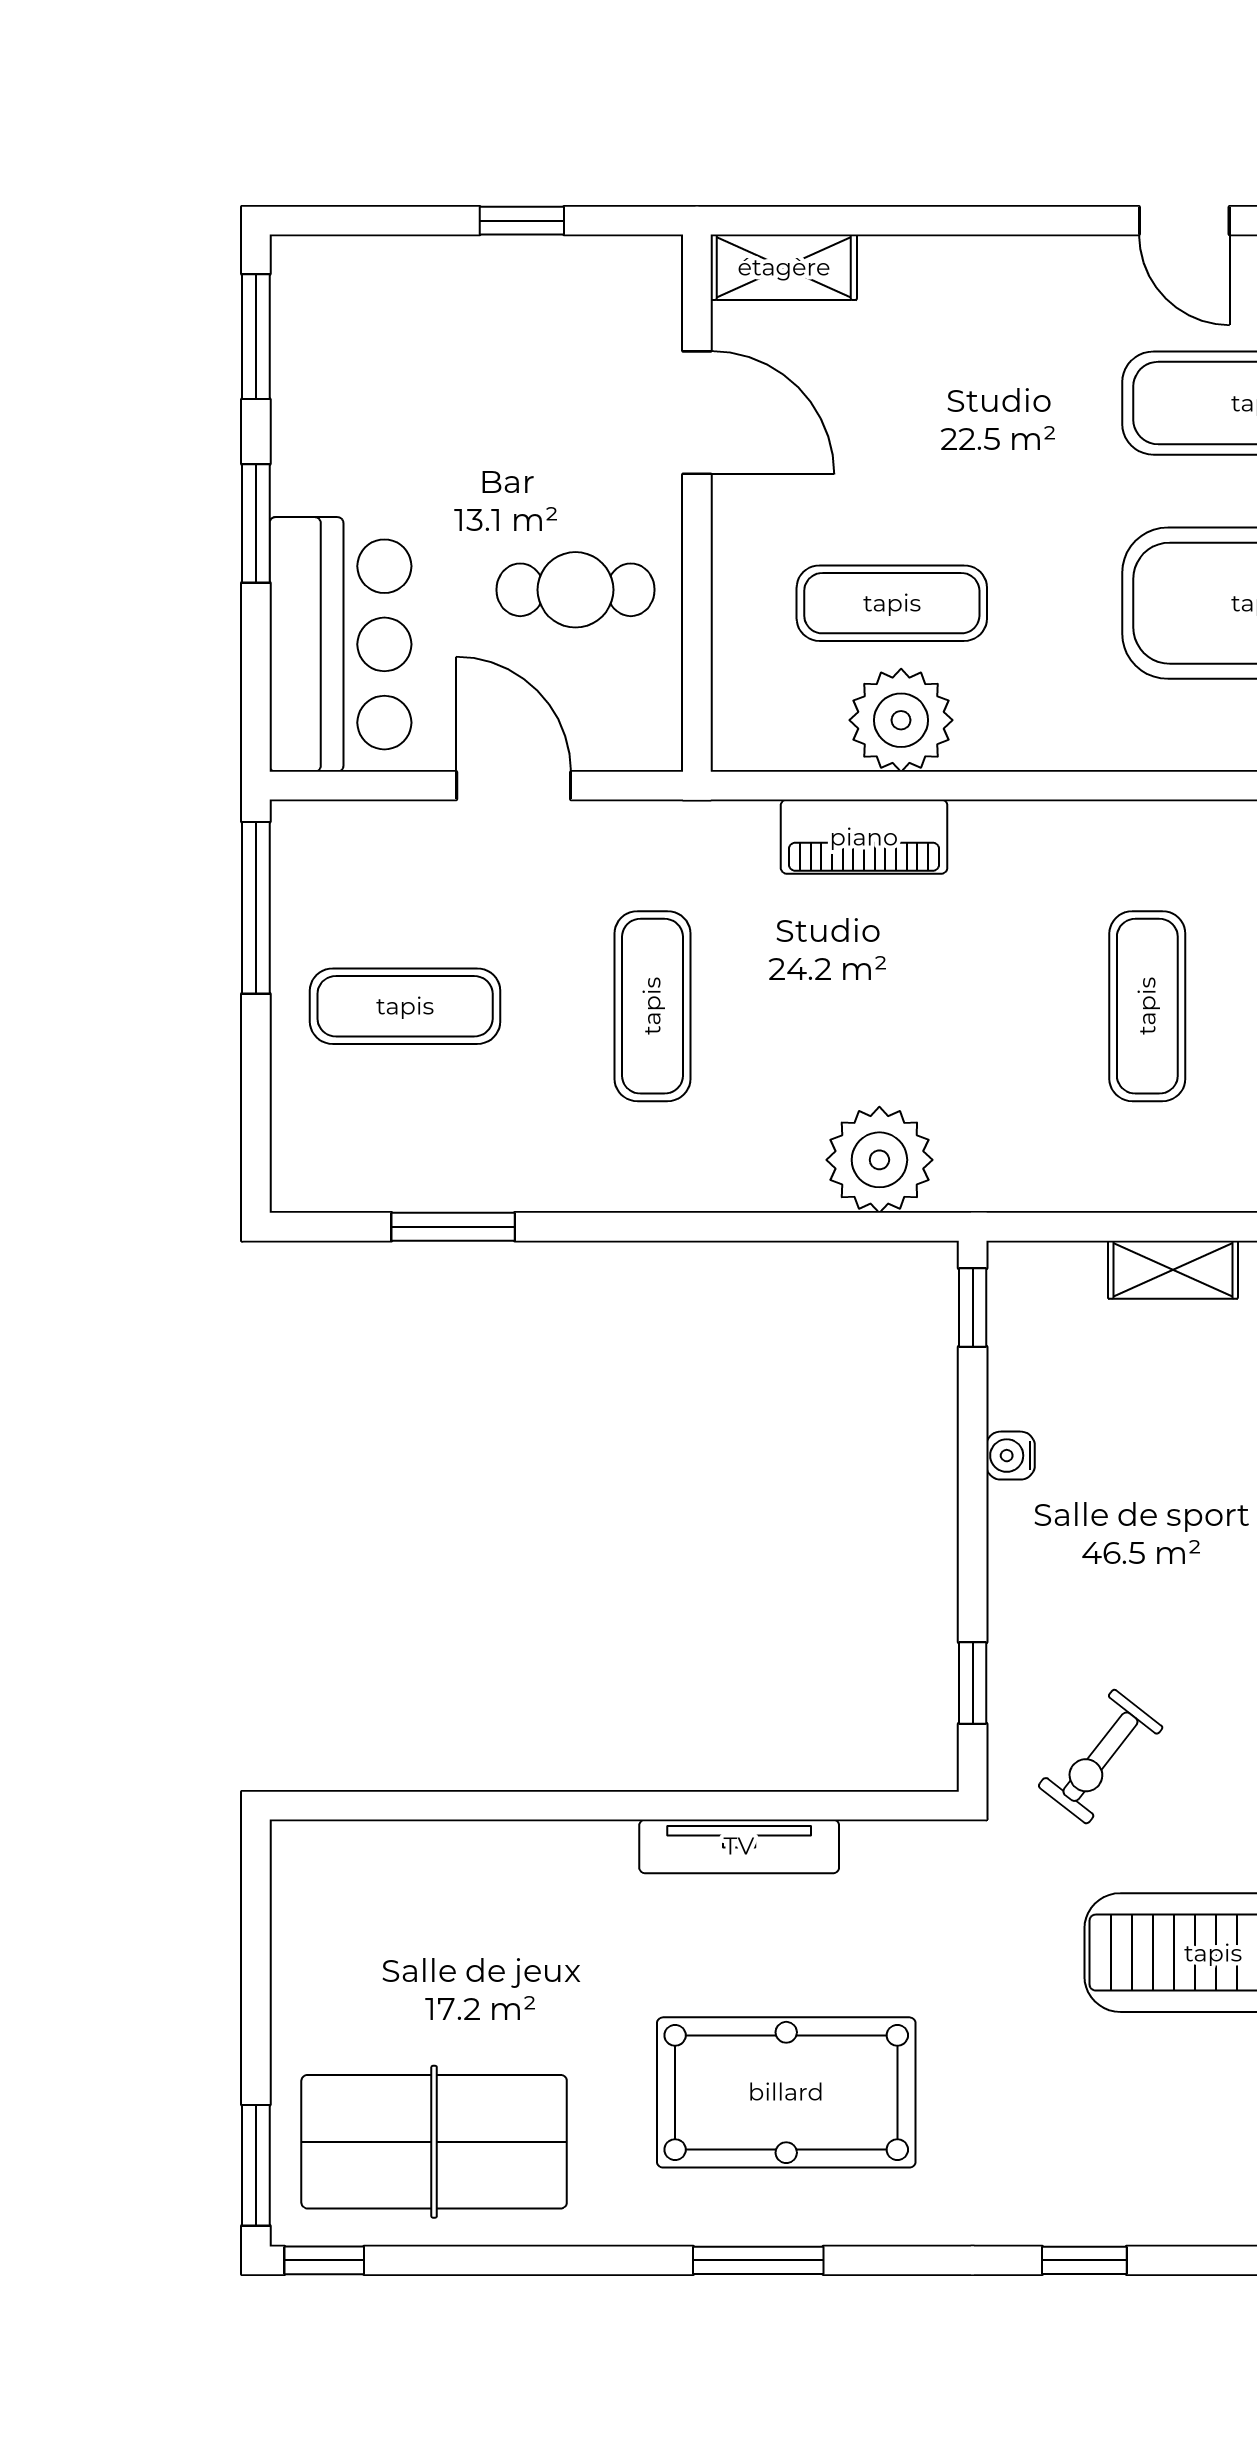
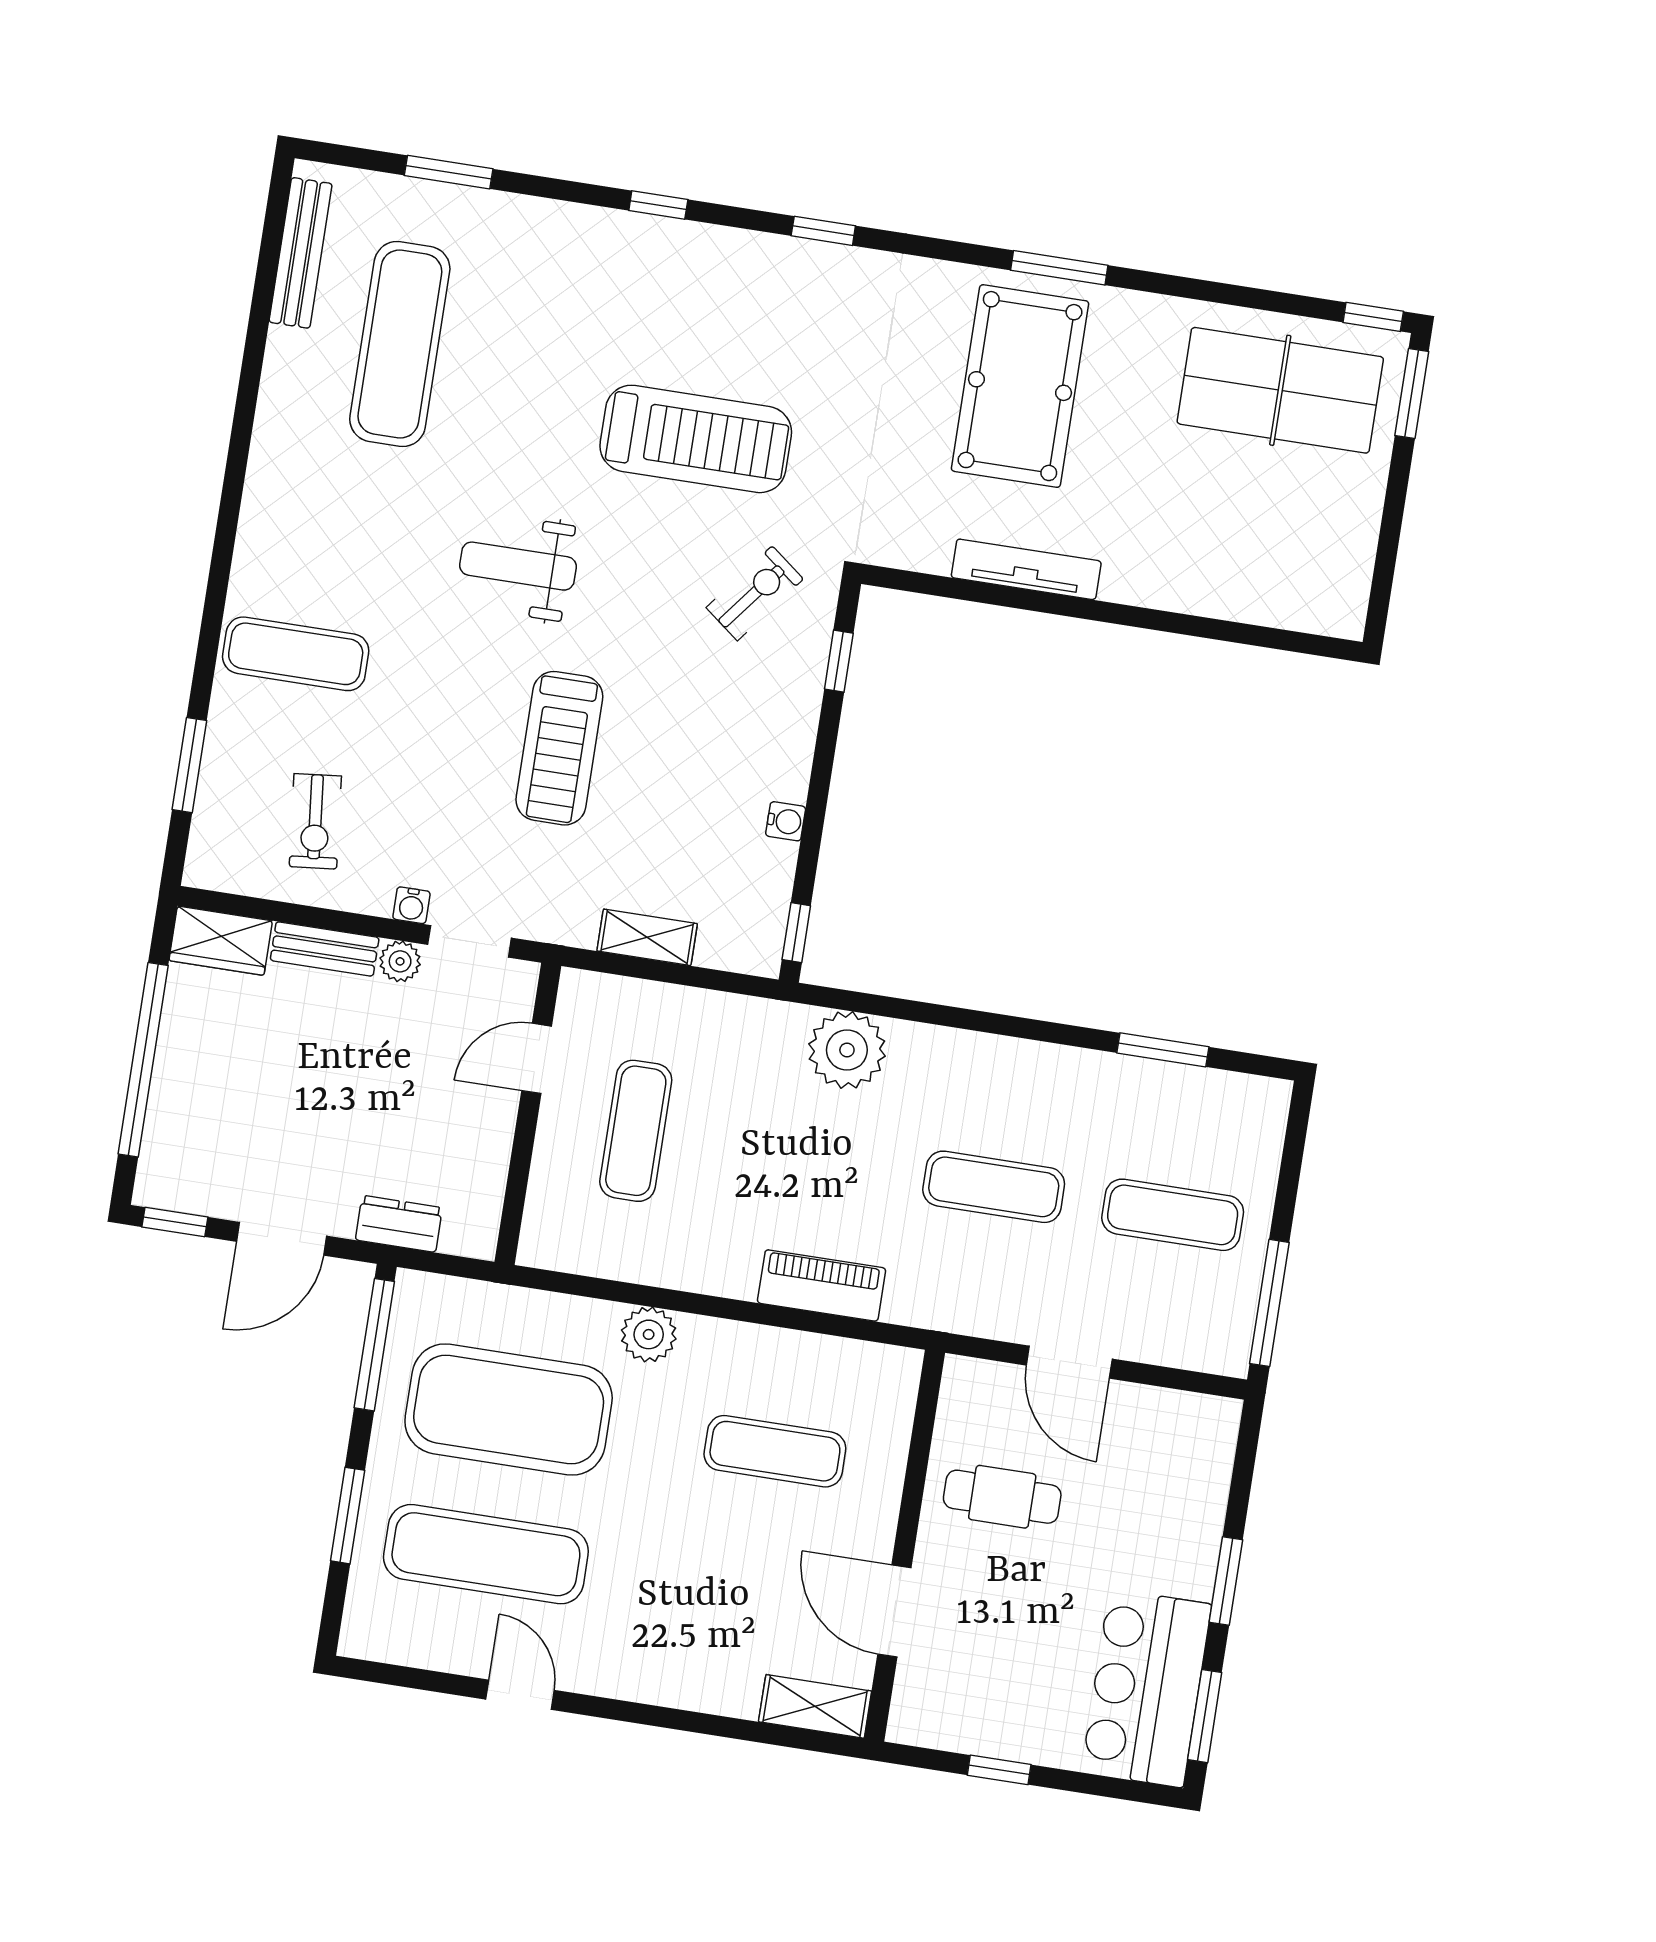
bar counter: (340, 644) -> (1146, 1688), moved
plant: (901, 720) -> (649, 1334), moved, width x0.73, depth x0.73
exercise mat: (652, 1006) -> (994, 1187), turned 90
pool table: (786, 2092) -> (1020, 386), turned 90

